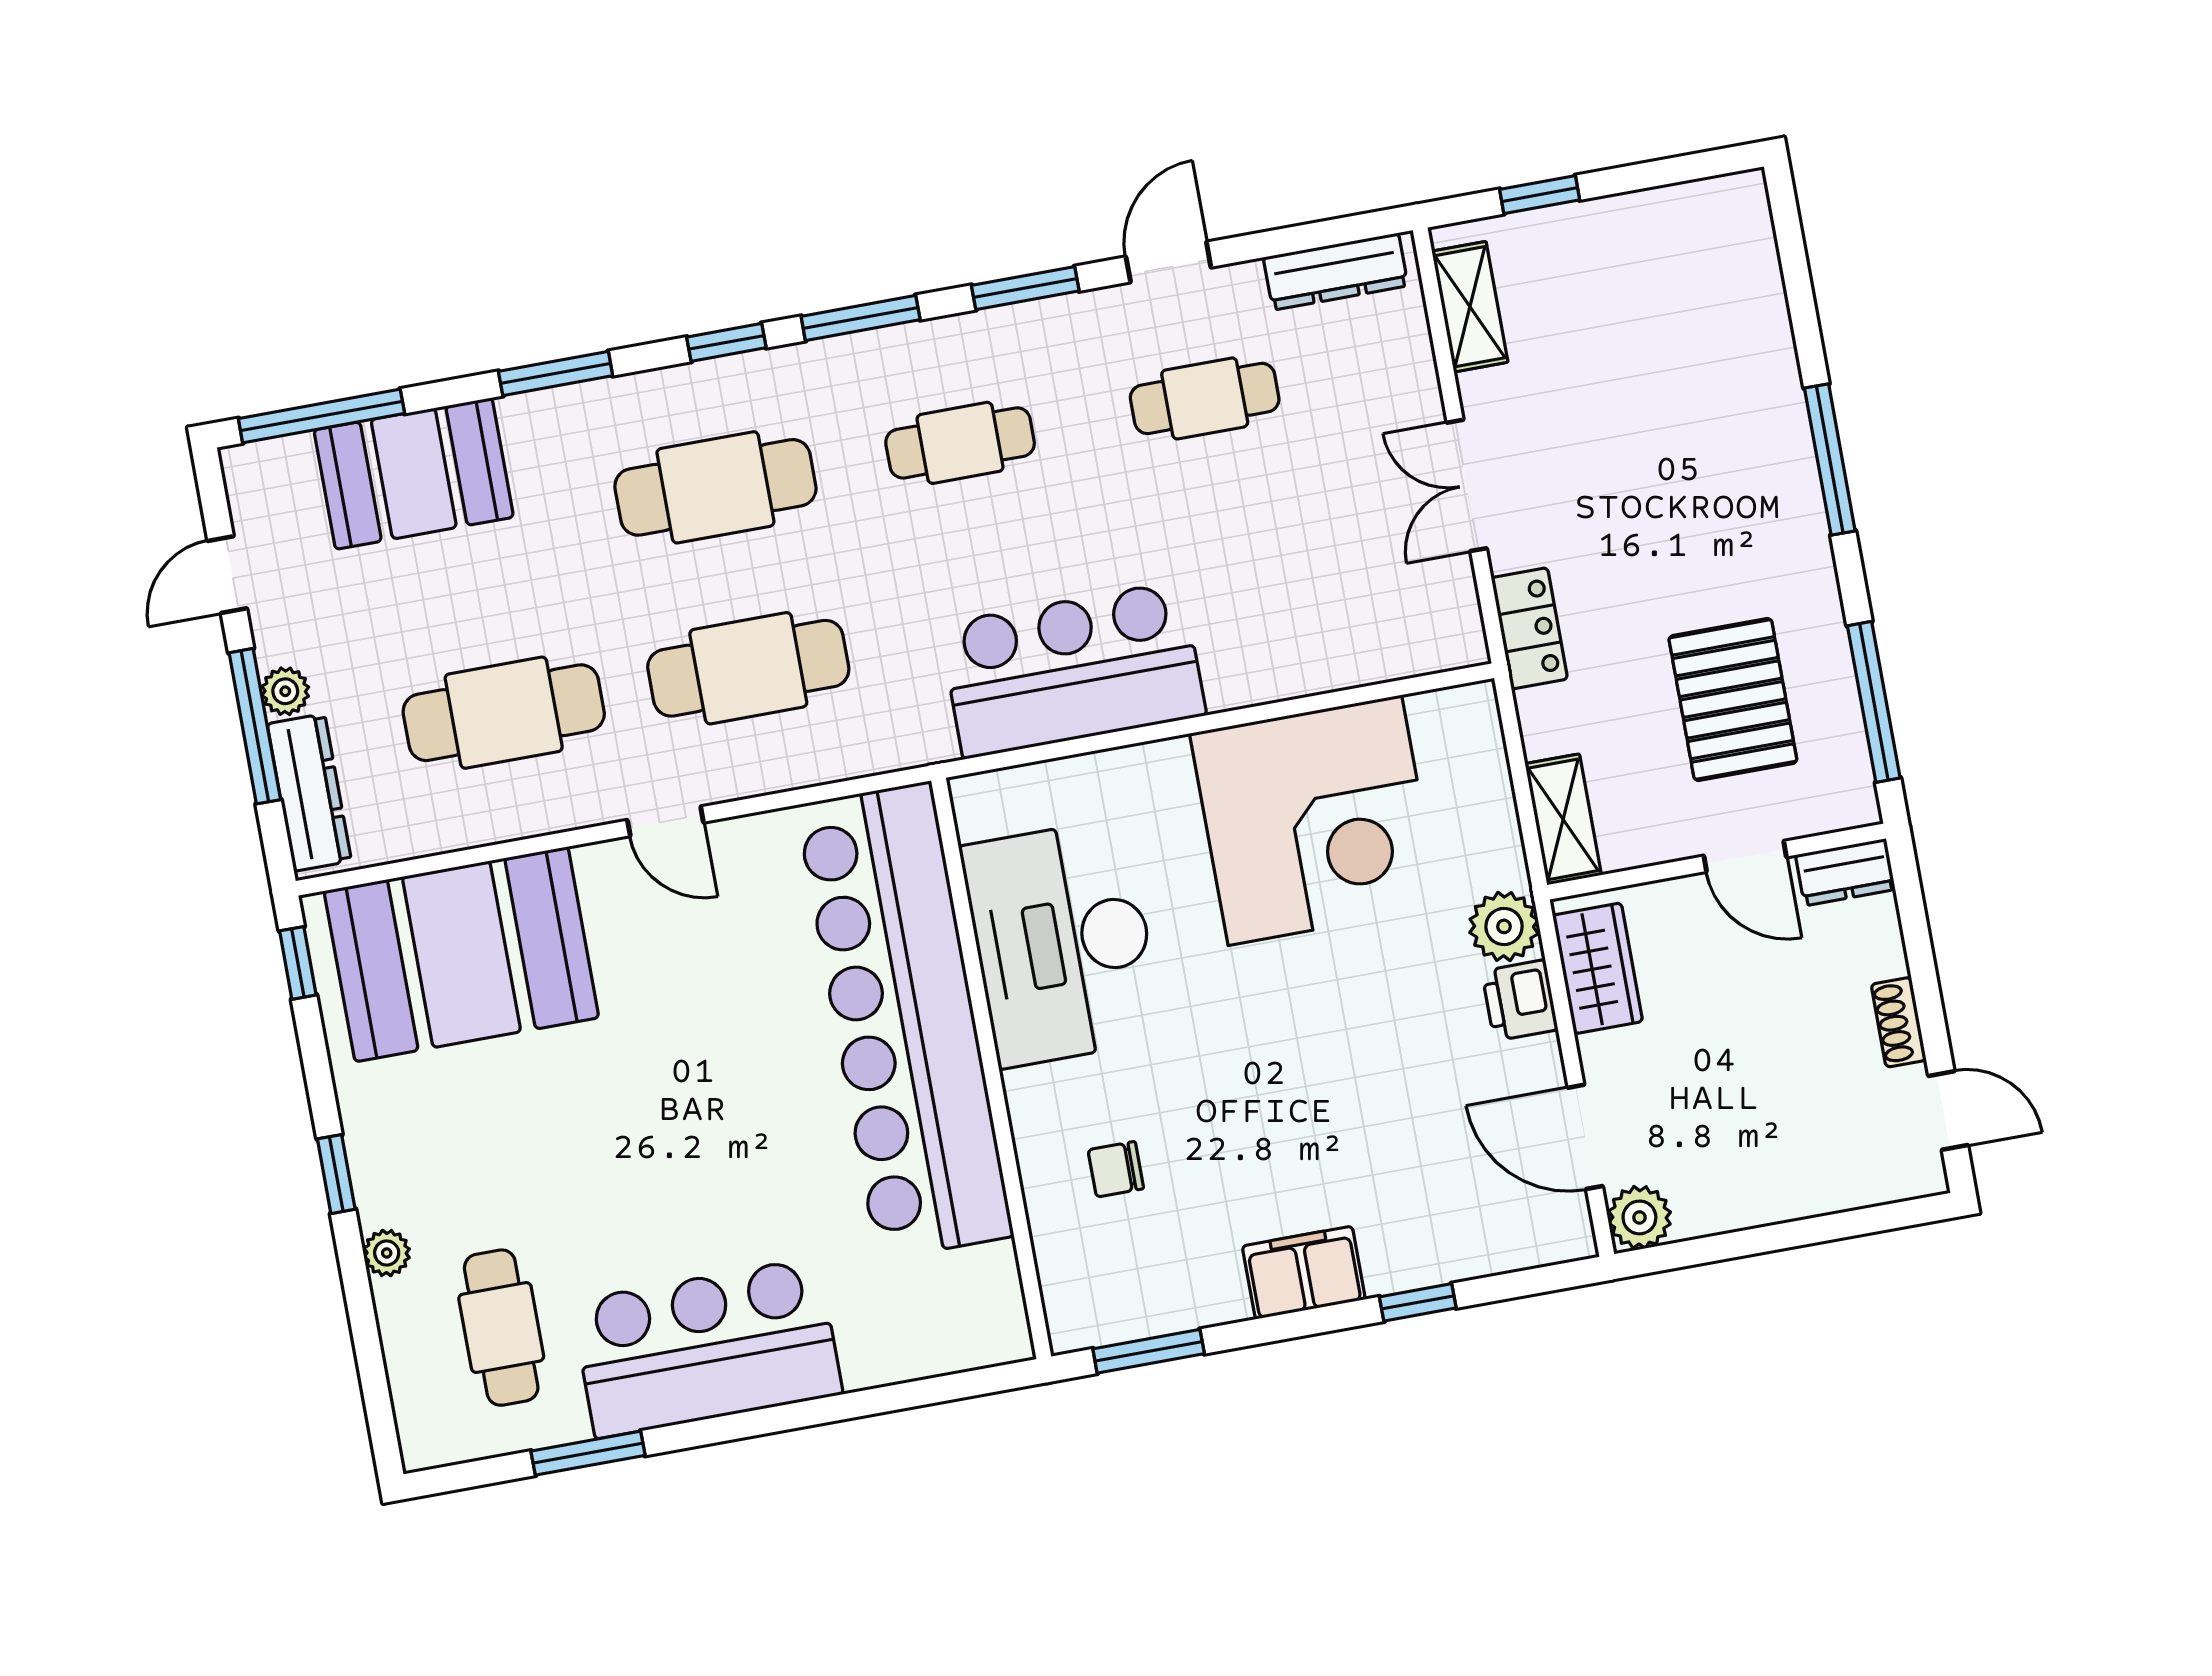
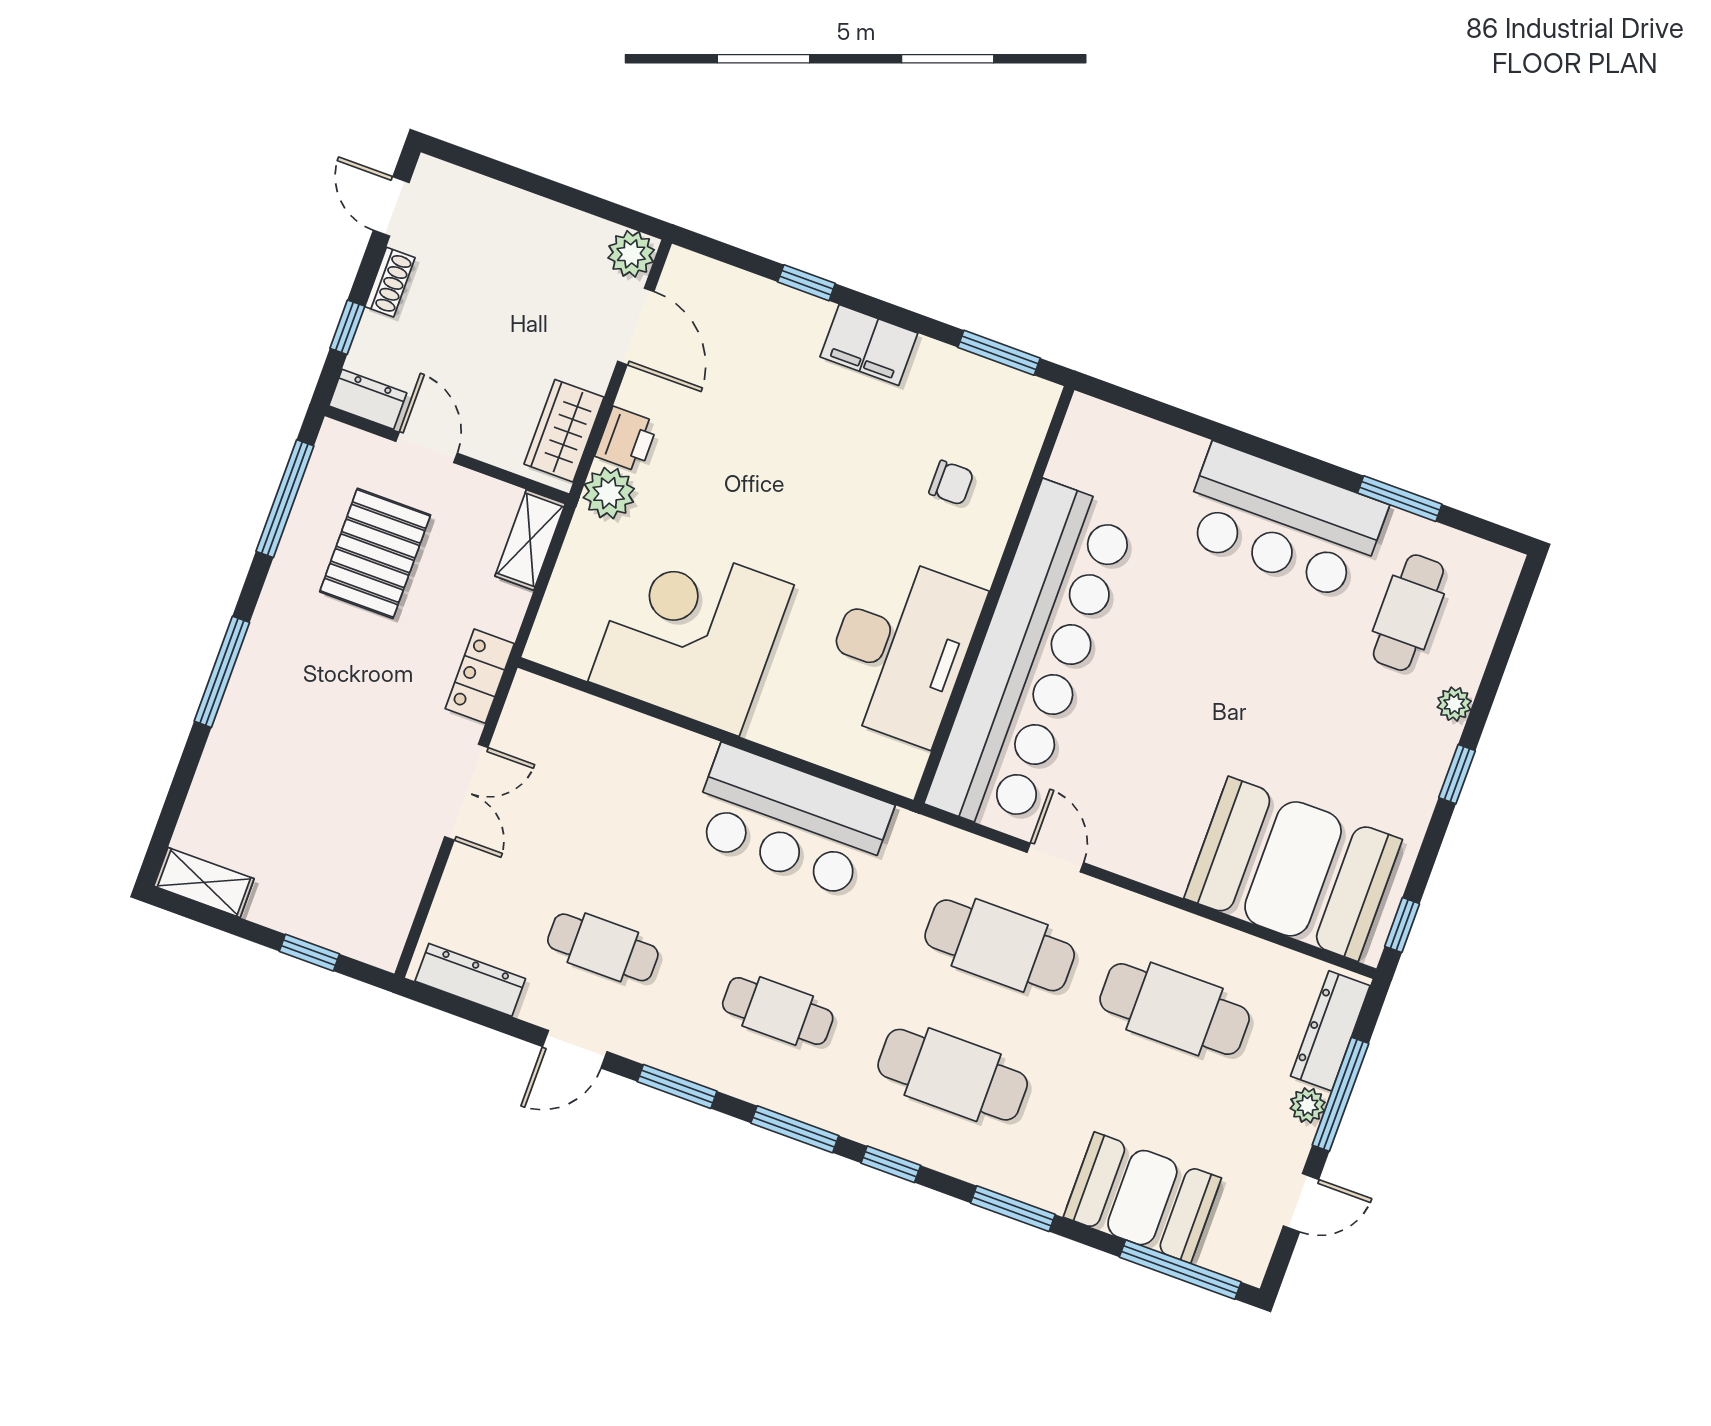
shelving: (1470, 307) -> (204, 882), moved, turned 90
door: (665, 821) -> (1055, 857), moved
window: (1917, 942) -> (347, 327), added

